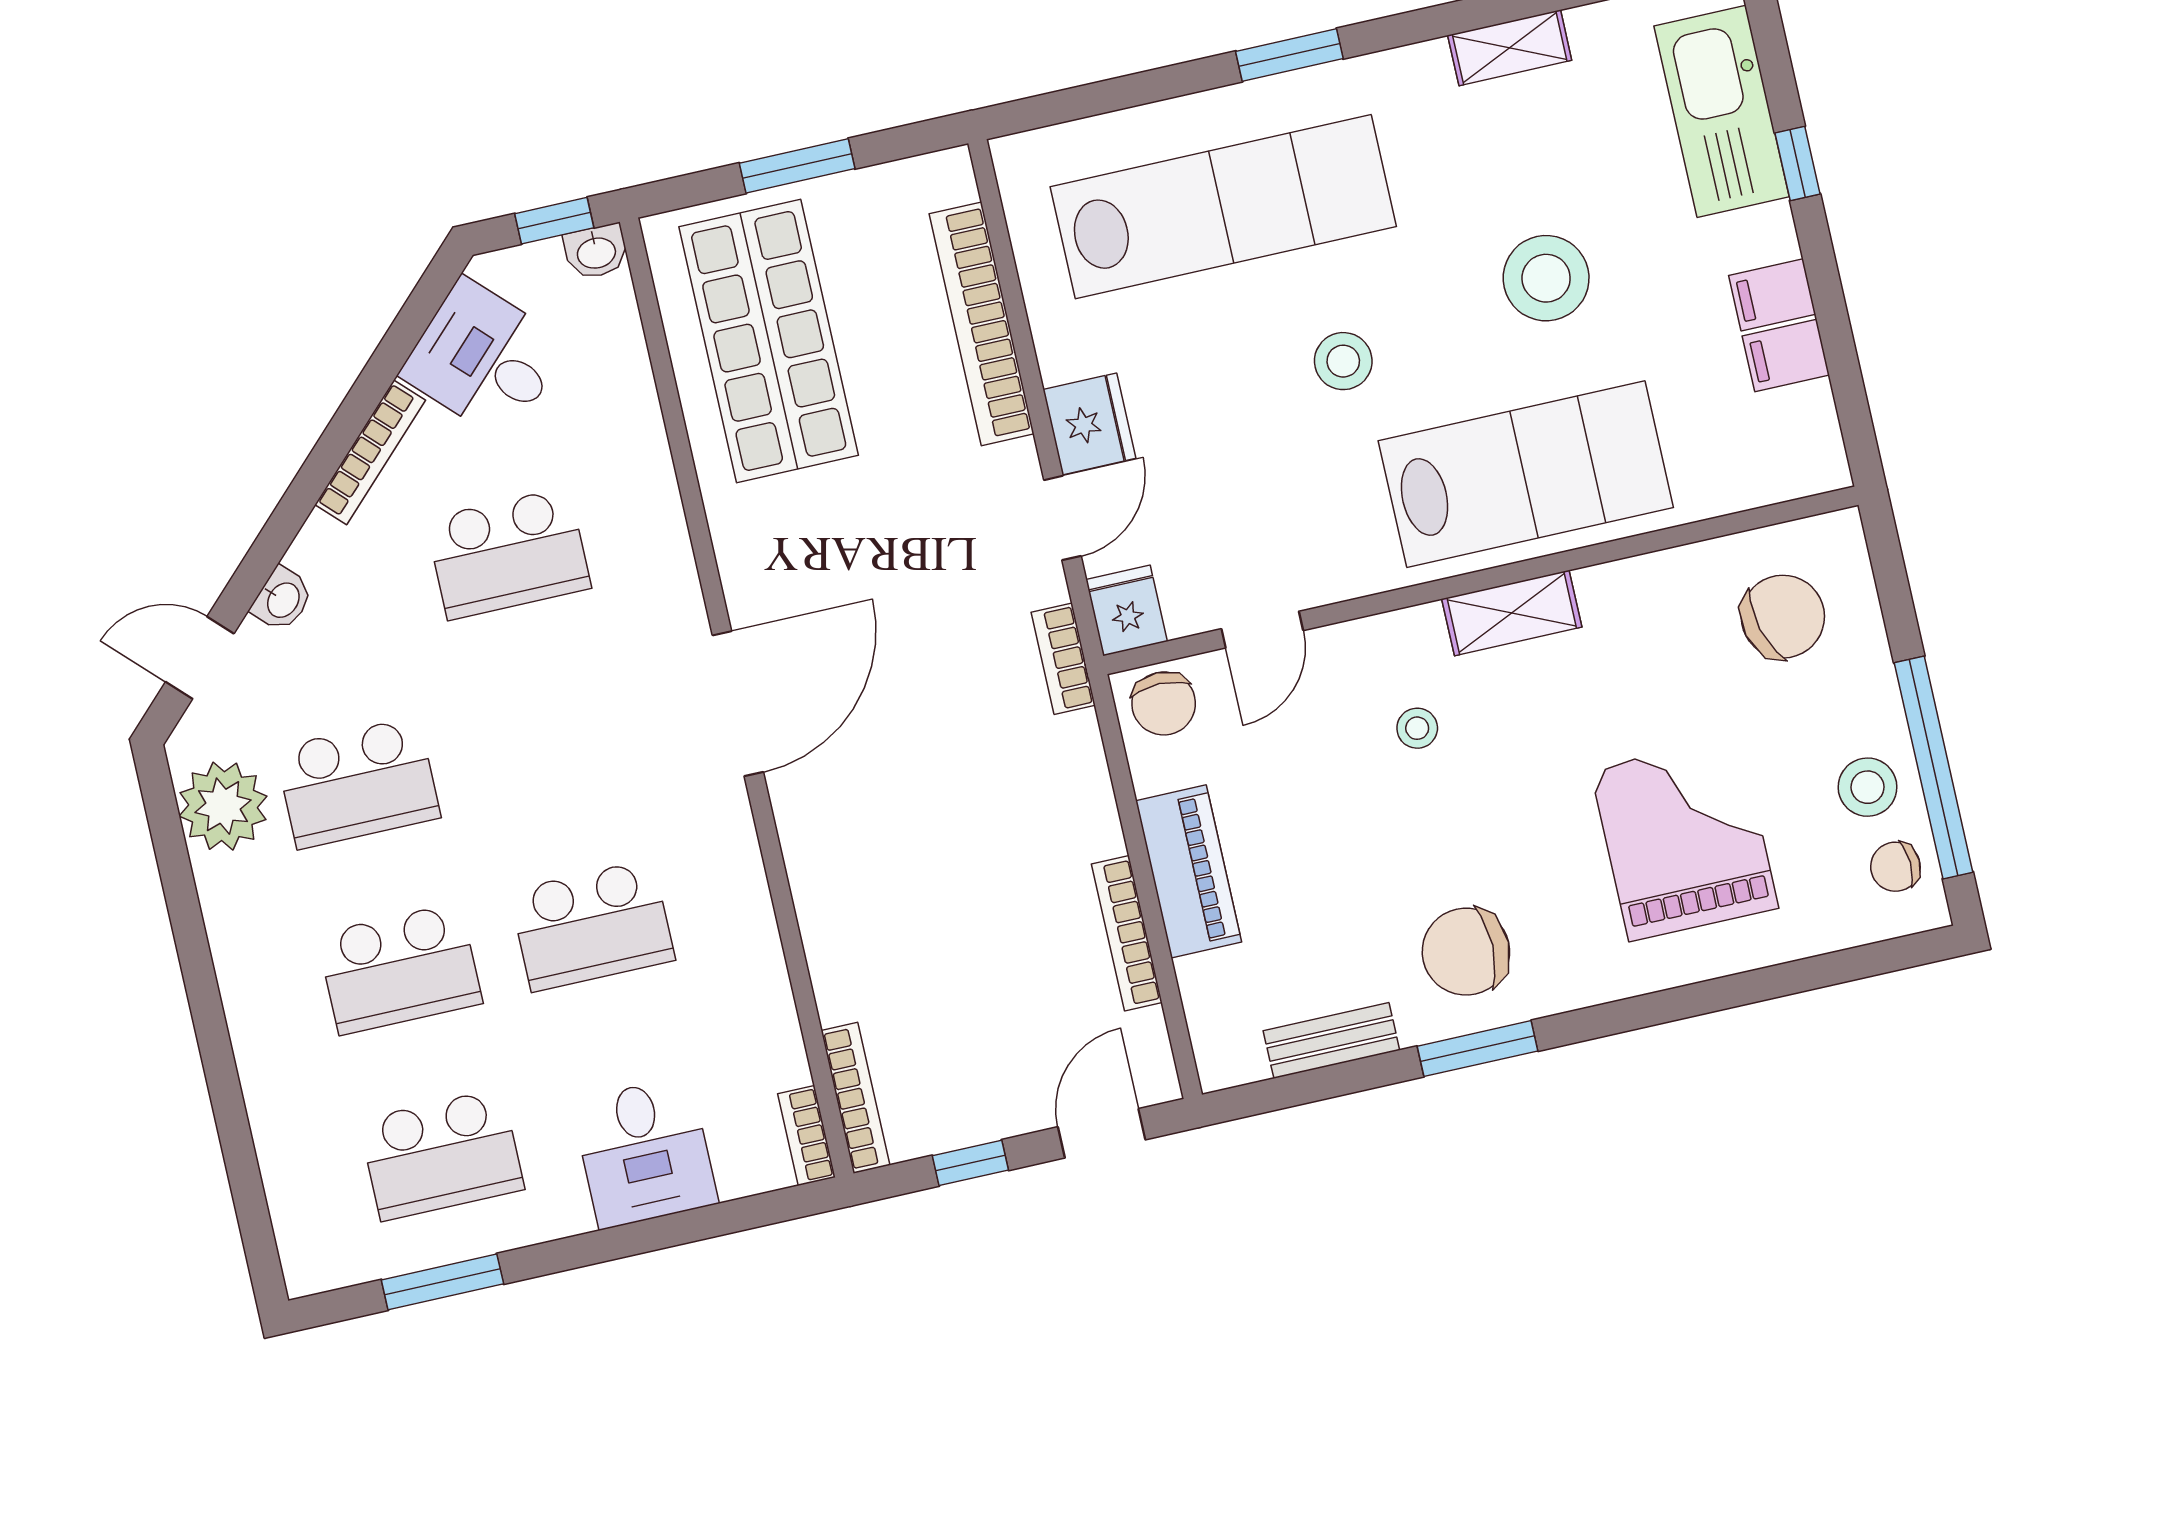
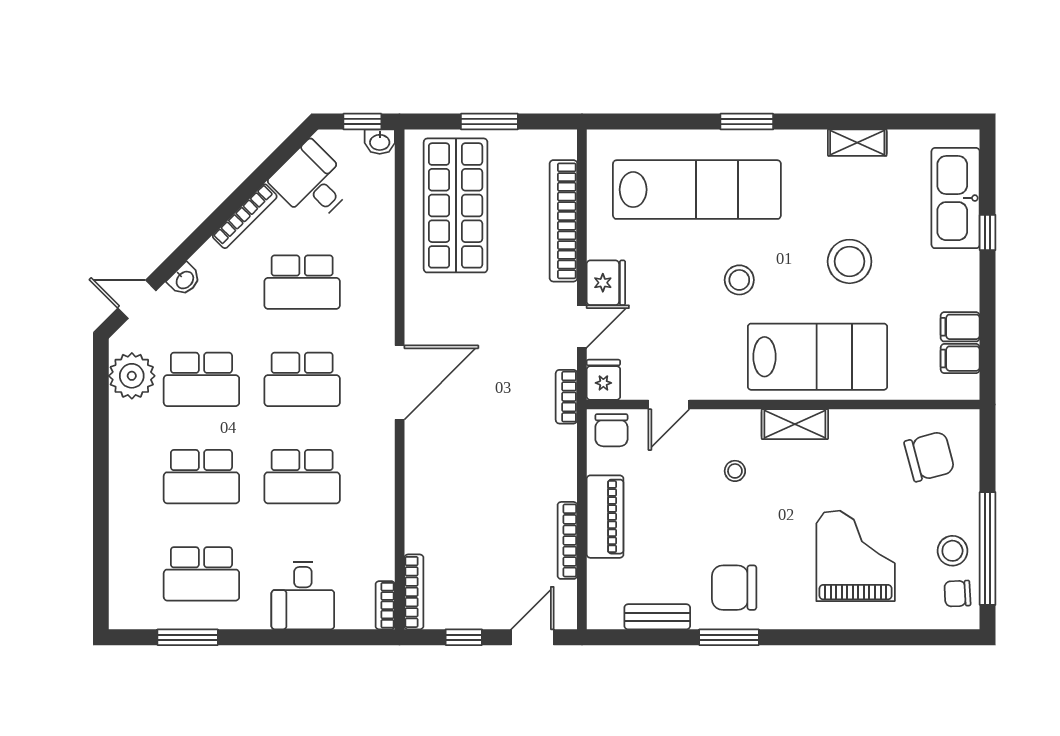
filing cabinet: (1772, 295) -> (960, 359), moved
school desk: (550, 740) -> (302, 379), added

